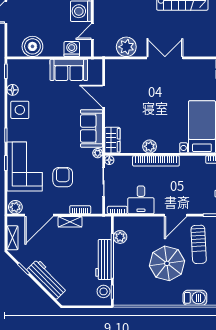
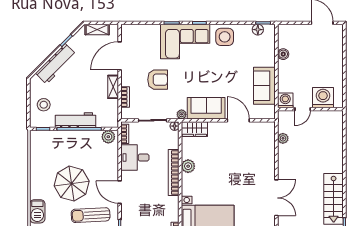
door: (92, 32) -> (303, 109), swing flipped
boiler: (32, 46) -> (283, 54), width x0.54, depth x0.54
plant: (126, 47) -> (283, 138), width x0.53, depth x0.53
washing machine: (72, 49) -> (285, 100), moved, turned -90
double door: (165, 58) -> (276, 198), moved
floor lamp: (13, 90) -> (258, 30), moved
door: (104, 96) -> (238, 120), hinge flipped
corner sofa: (25, 166) -> (185, 42), moved
plant: (15, 207) -> (128, 32), removed
door: (39, 215) -> (120, 56), hinge flipped
plant: (120, 237) -> (108, 137), moved
stool: (104, 291) -> (44, 105), moved

